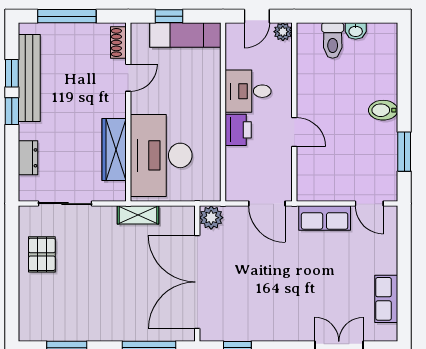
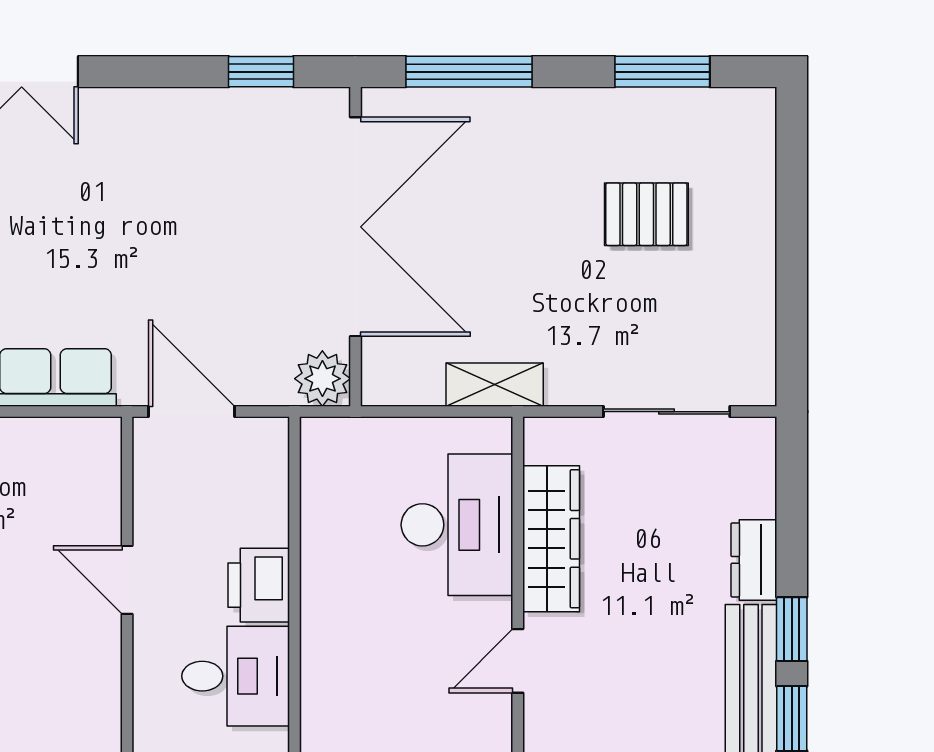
door: (128, 78) -> (518, 661), moved
desk: (161, 155) -> (457, 525), width x0.73, depth x0.77
dresser: (28, 158) -> (754, 560), moved
pallet: (42, 254) -> (646, 214), moved, turned 90

